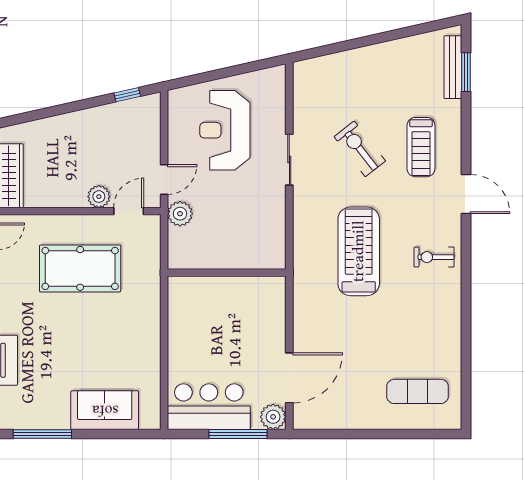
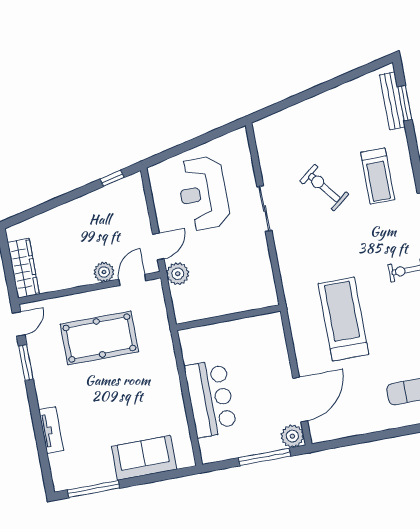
treadmill: (359, 251) -> (343, 319), moved
bar counter: (209, 407) -> (210, 399), moved, turned 90

